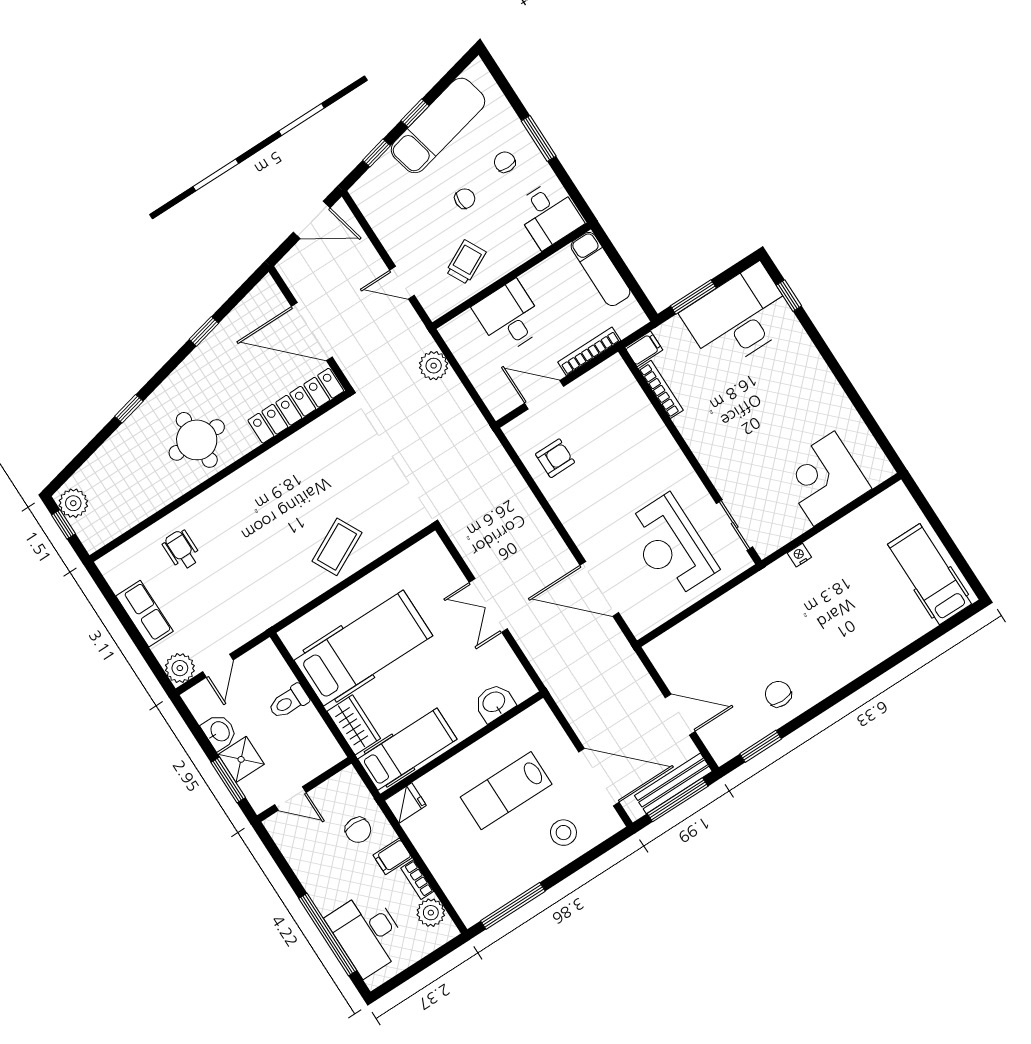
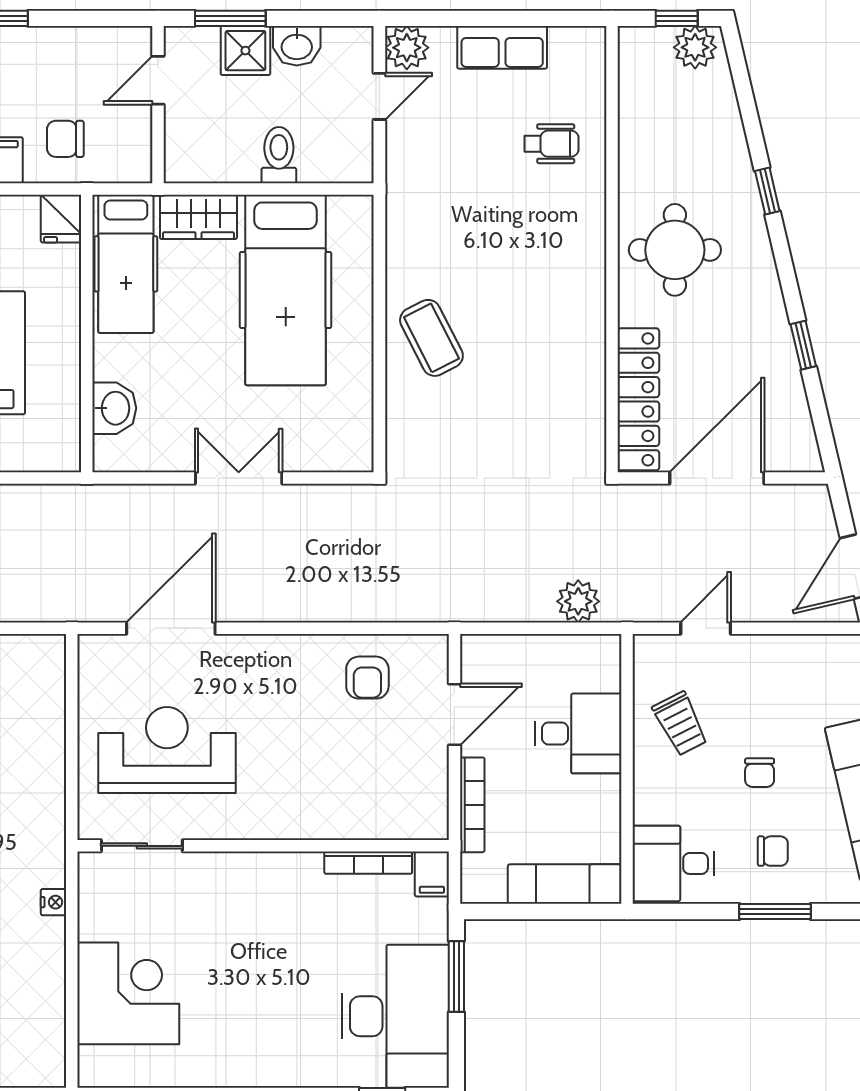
door: (218, 666) -> (379, 96), swing flipped

